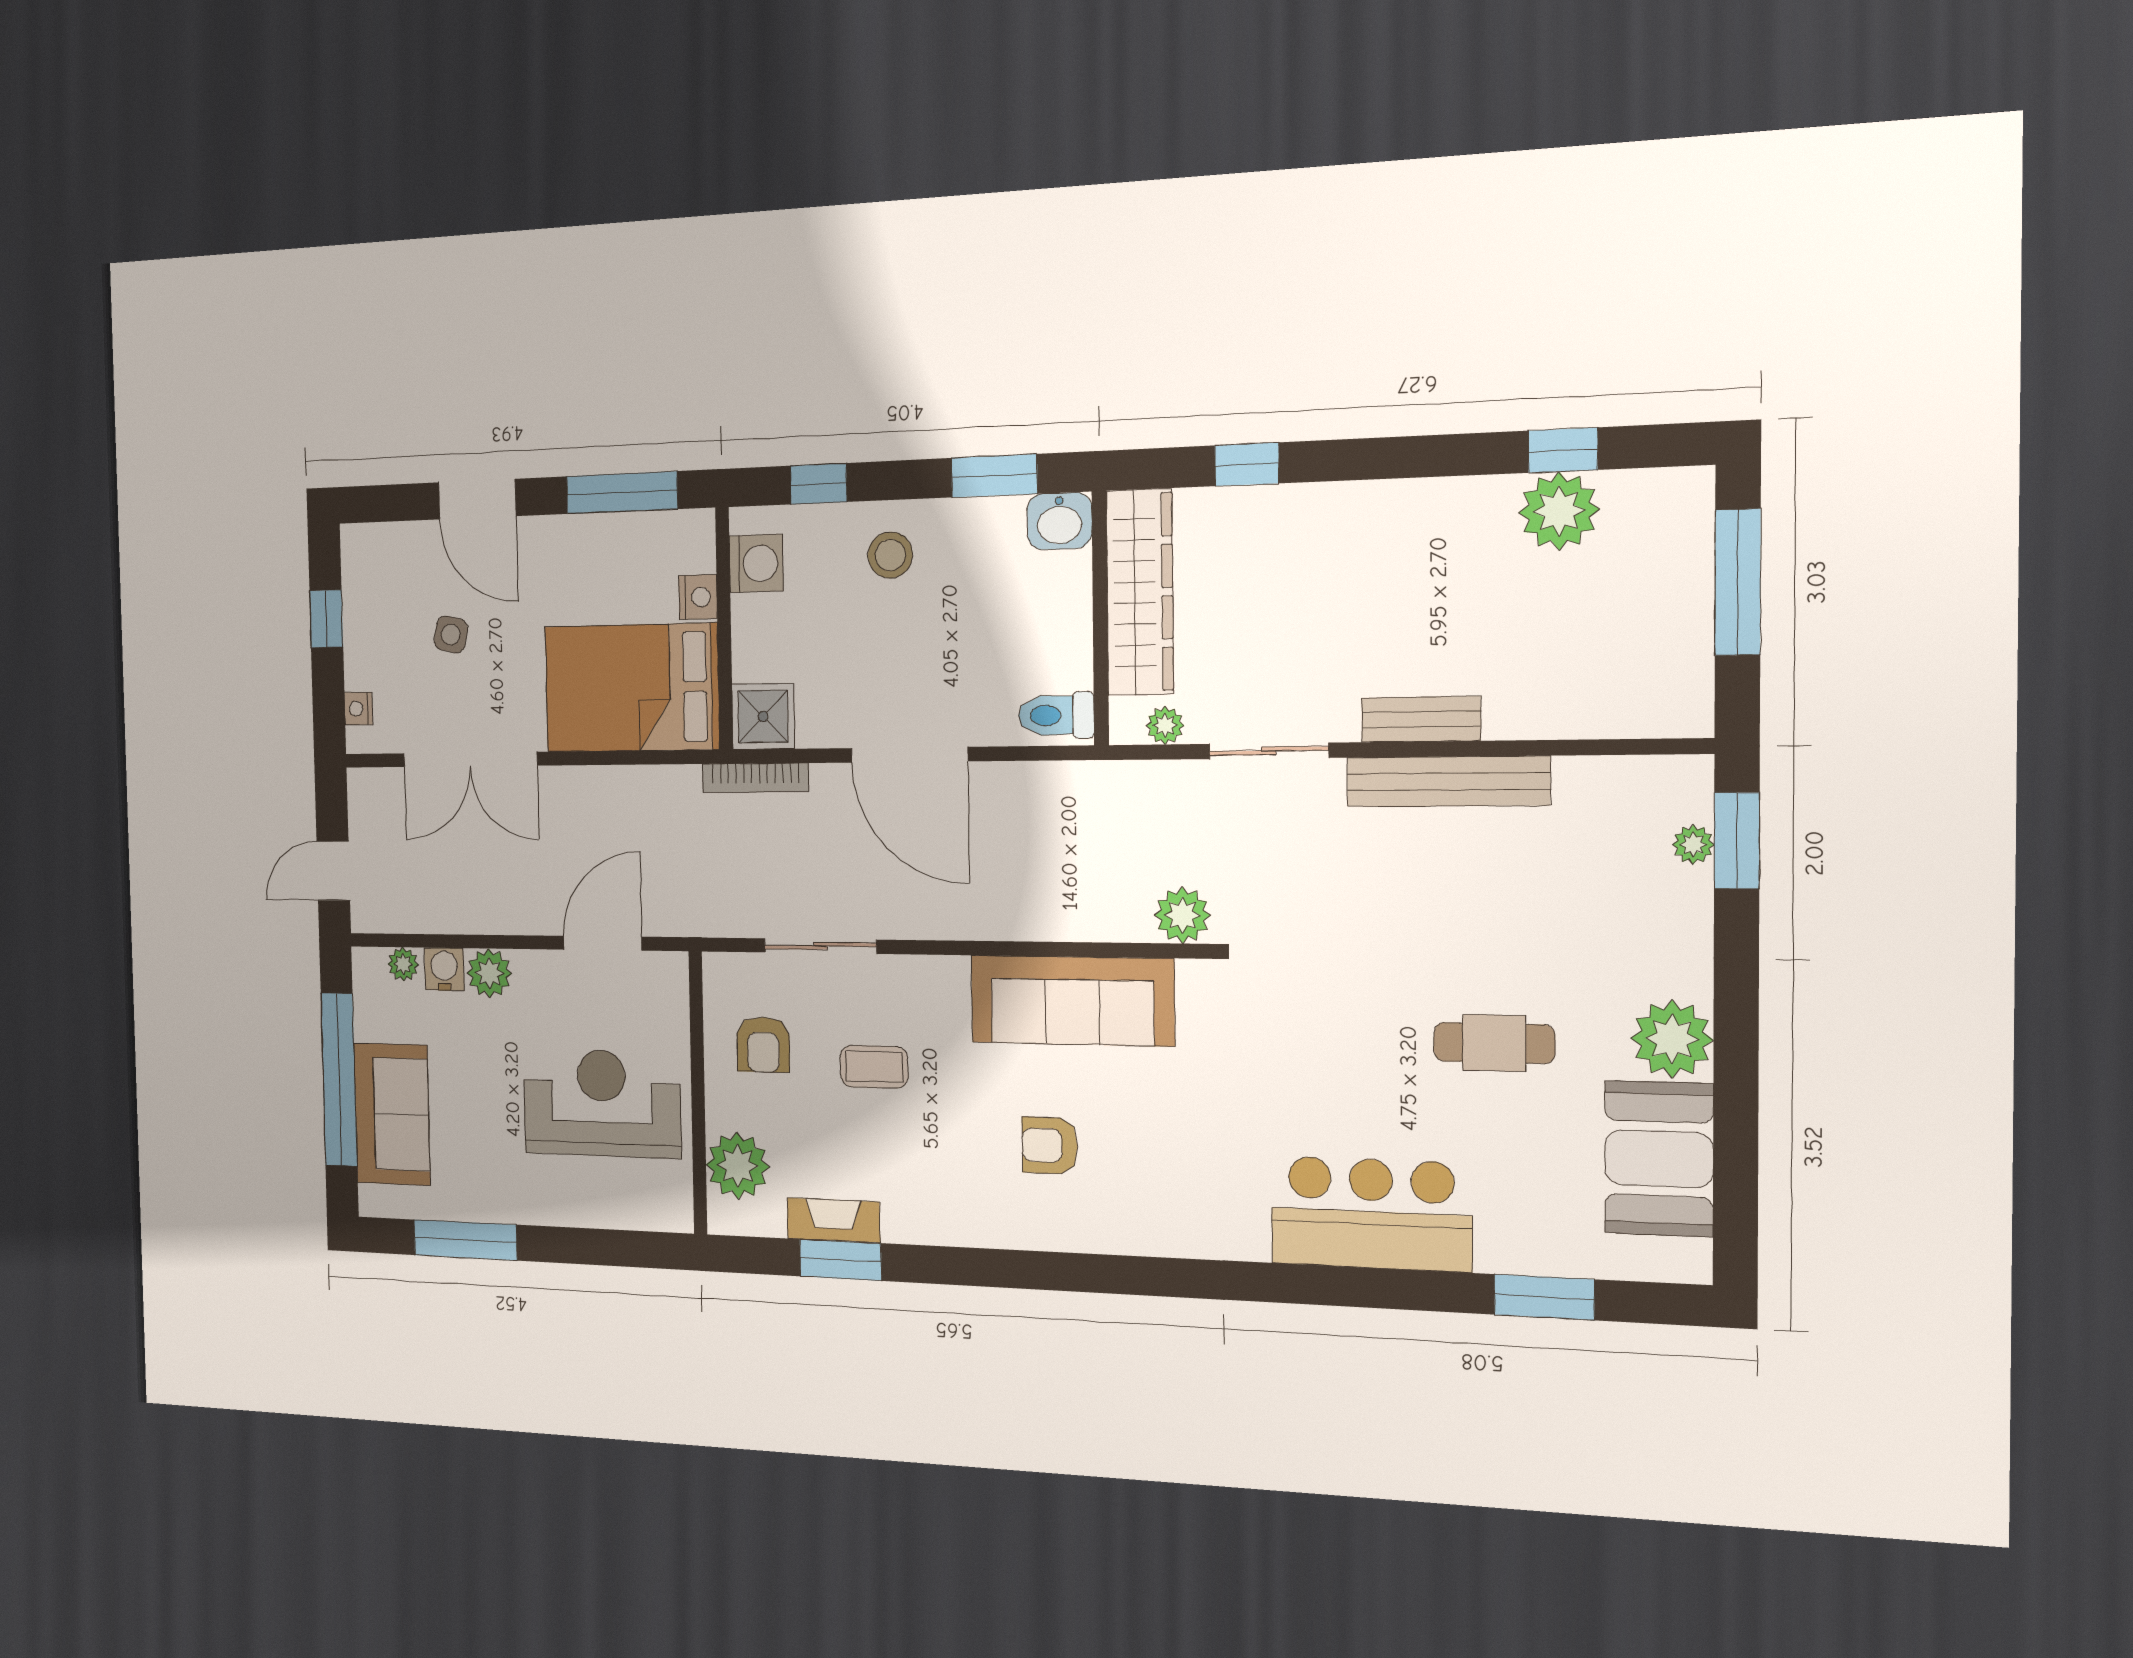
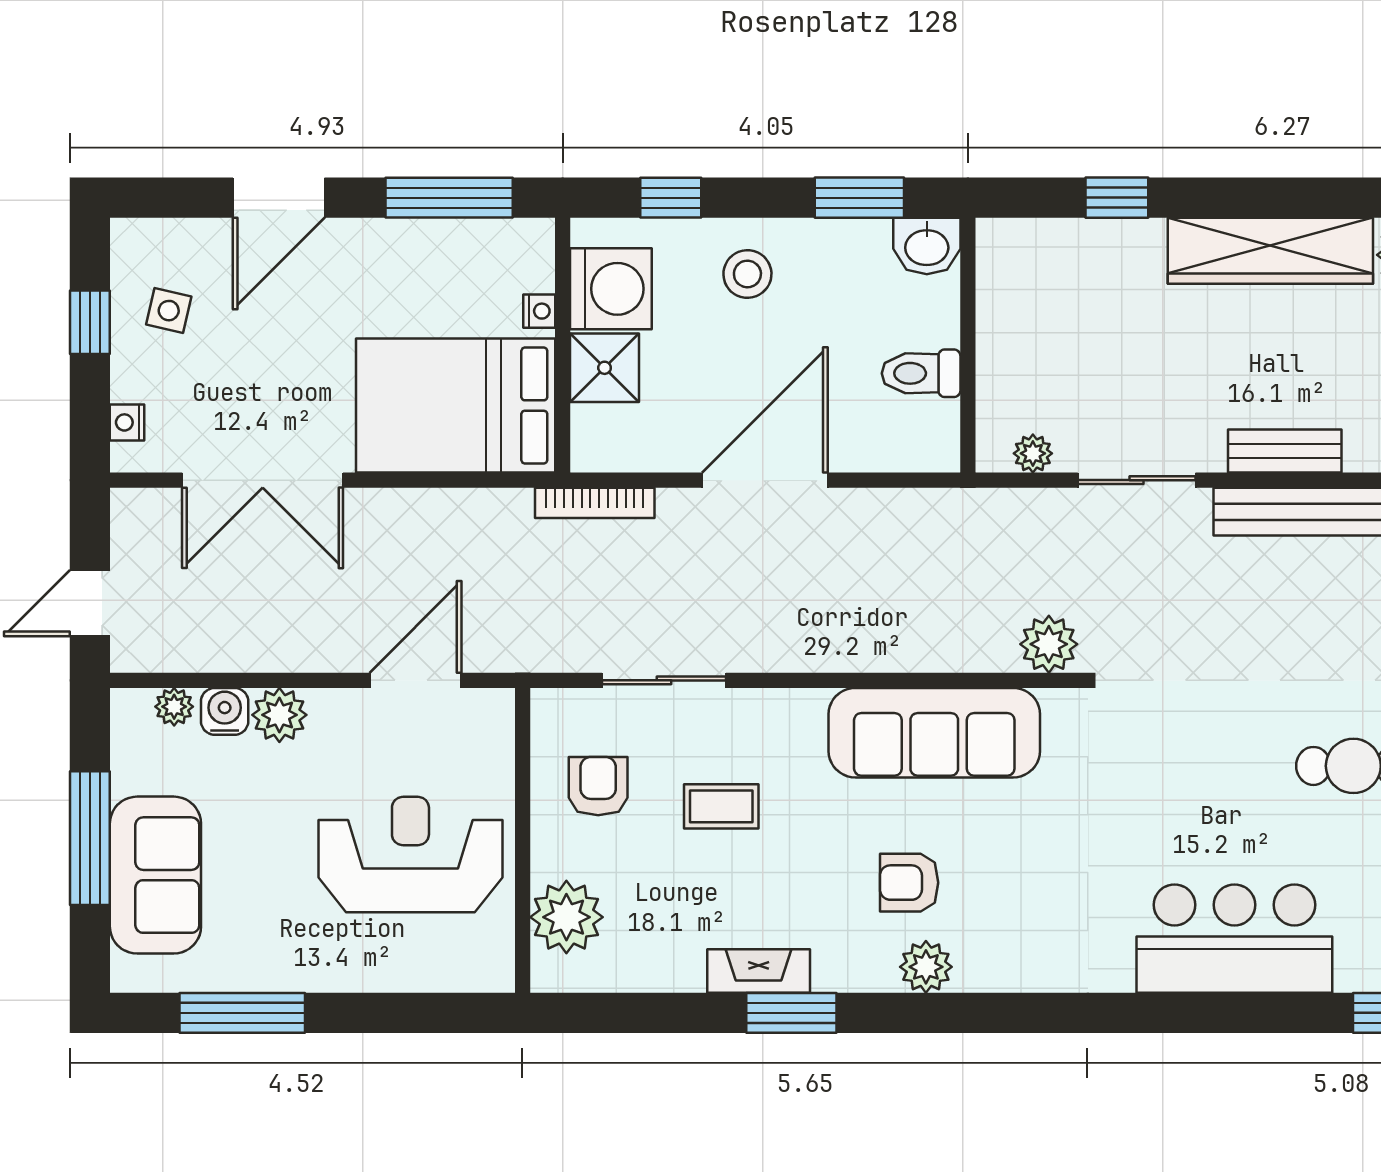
door: (477, 499) -> (279, 198), hinge flipped
washing machine: (756, 563) -> (611, 289), width x1.37, depth x1.37
wardrobe: (1140, 592) -> (1270, 251), moved, turned 90
nightstand: (698, 597) -> (539, 311), width x0.72, depth x0.74
side table: (451, 634) -> (169, 311), moved
toilet: (1056, 715) -> (921, 373), moved
shower: (763, 716) -> (605, 368), moved
door: (909, 755) -> (765, 480), swing flipped
armchair: (763, 1045) -> (598, 786), turned 180
window: (339, 1080) -> (90, 838), width x0.68
fireplace: (833, 1220) -> (759, 971), moved
plant: (1067, 1228) -> (926, 967), added
window: (841, 1260) -> (791, 1013), moved

